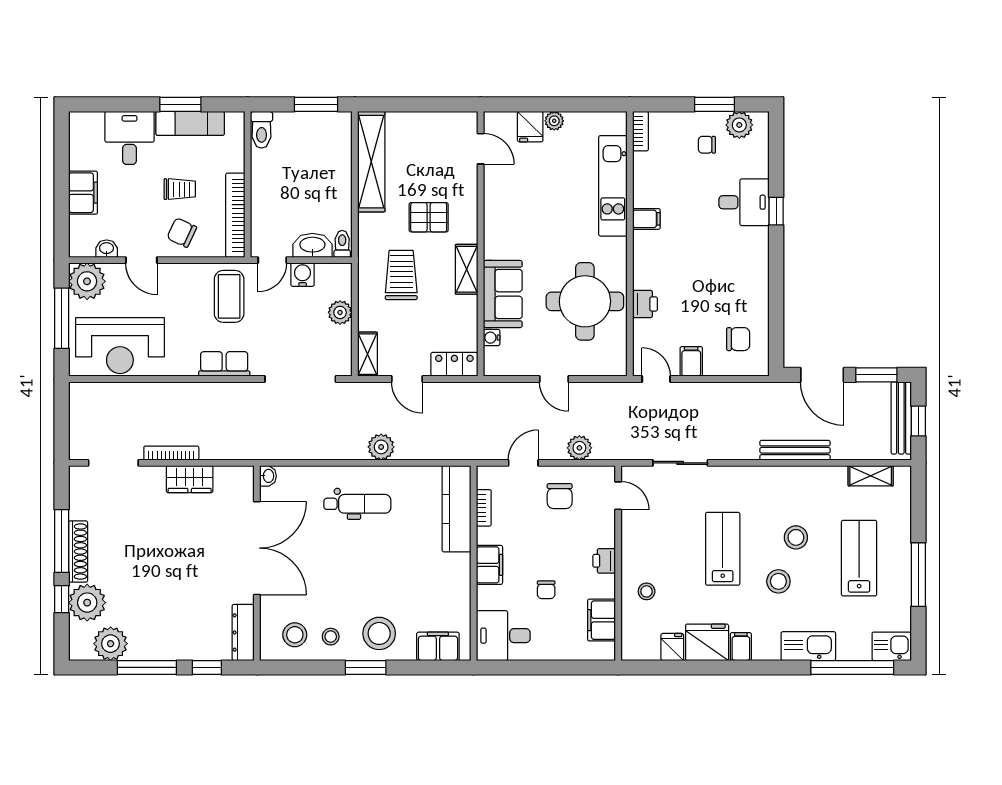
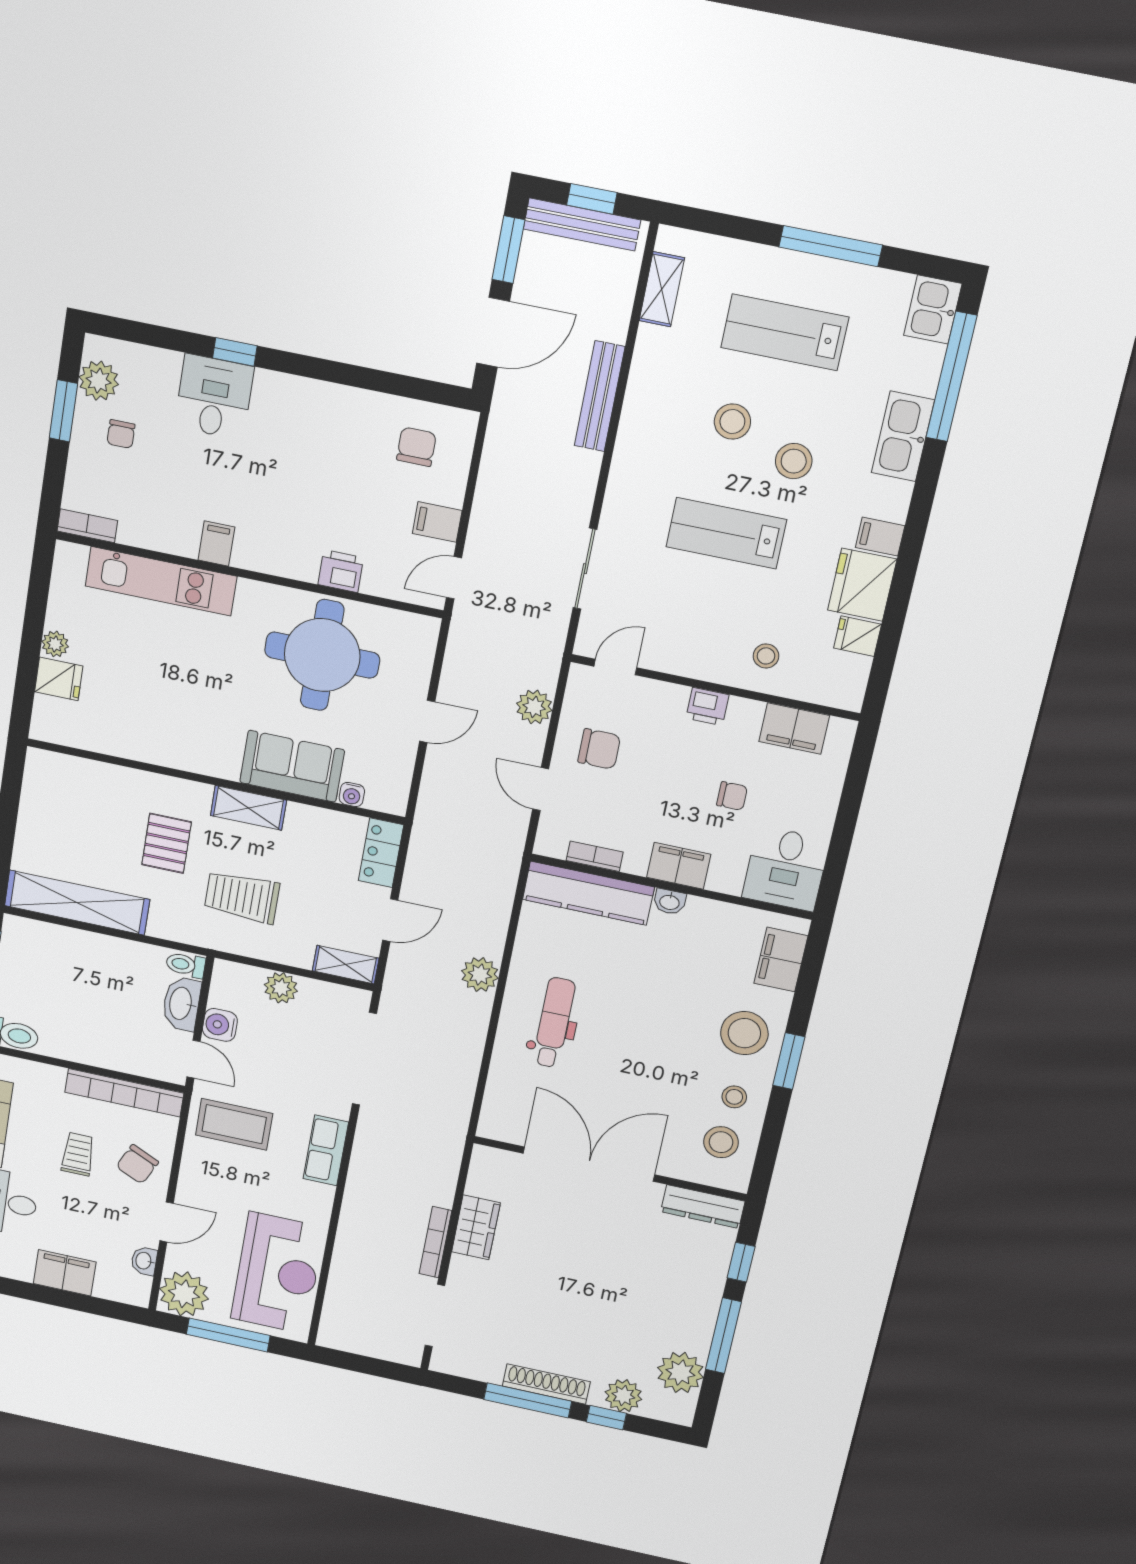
door: (481, 149) -> (80, 753), removed
washbasin: (268, 476) -> (670, 902), moved, turned 180
plant: (87, 603) -> (623, 1396), width x0.73, depth x0.73

